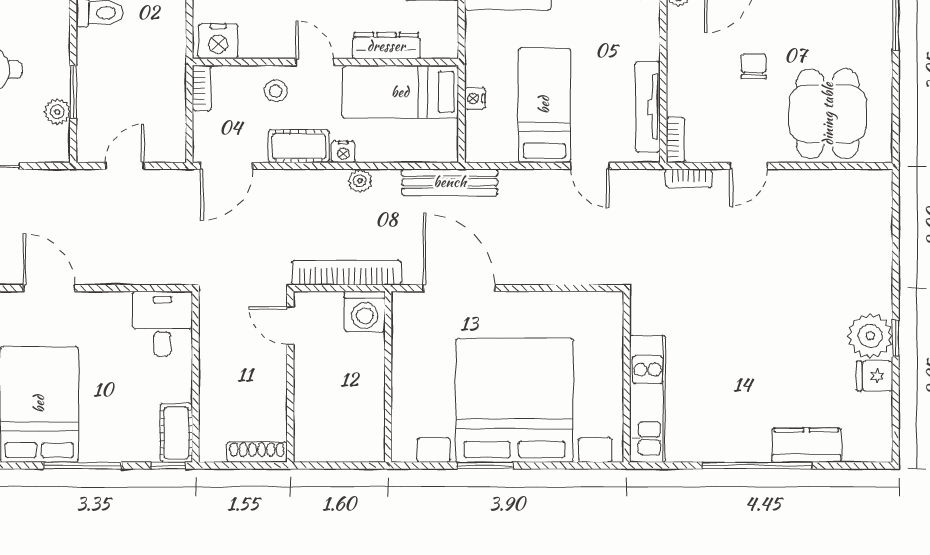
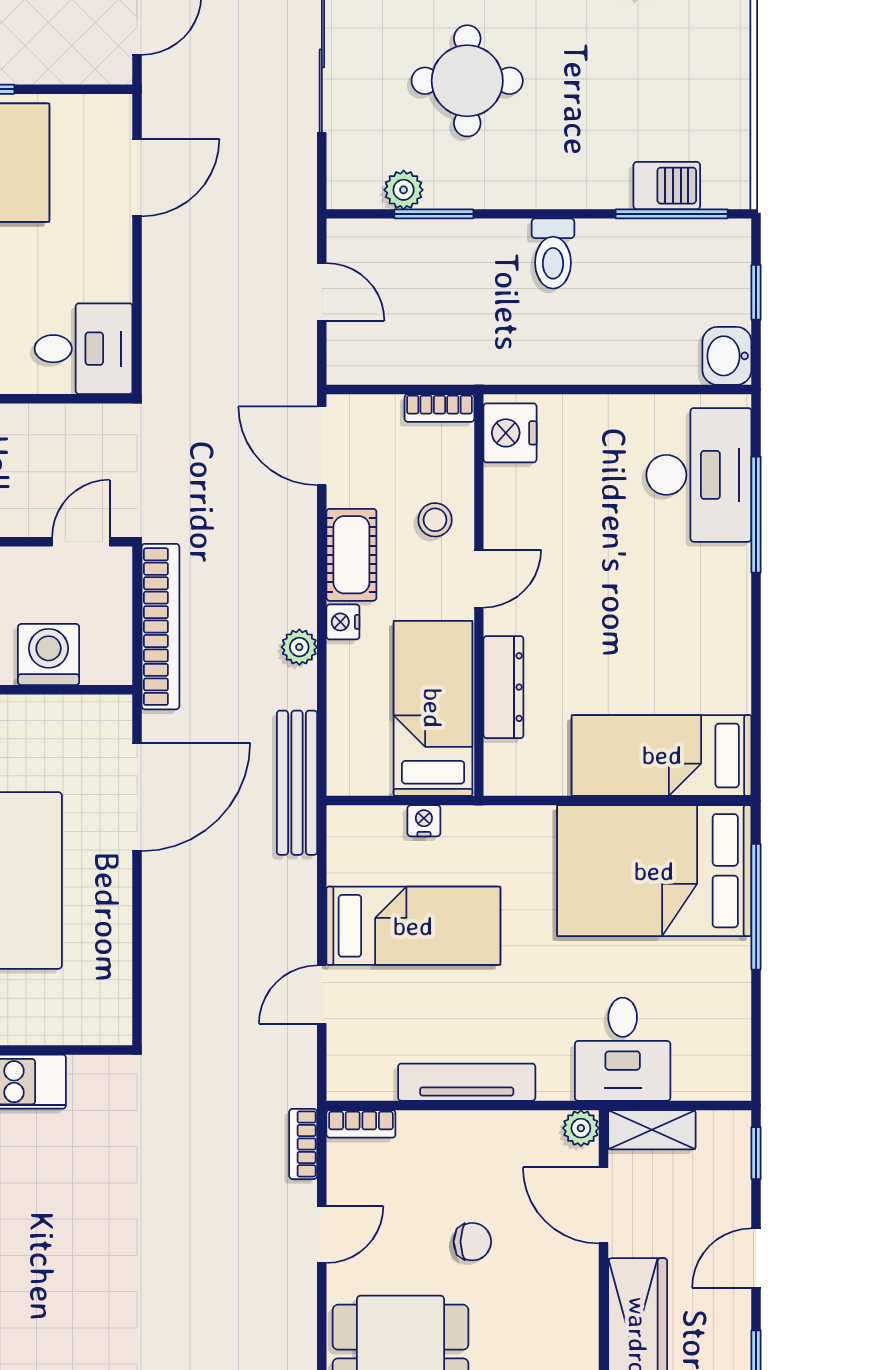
tv unit: (648, 107) -> (467, 1082), moved
door: (749, 166) -> (322, 1234), swing flipped
washing machine: (365, 311) -> (49, 654), moved, turned 90

